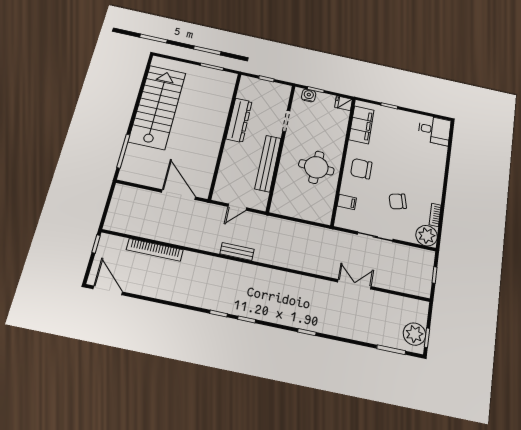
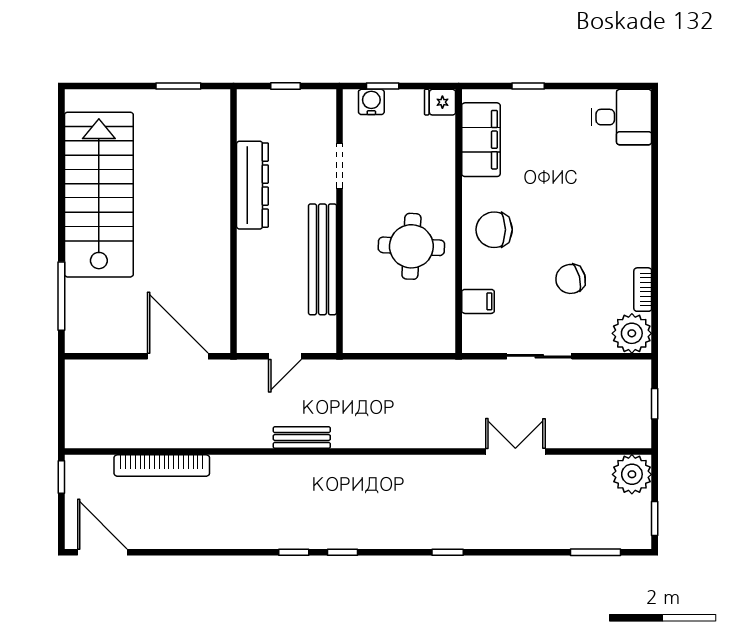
plant: (414, 334) -> (632, 474), moved

